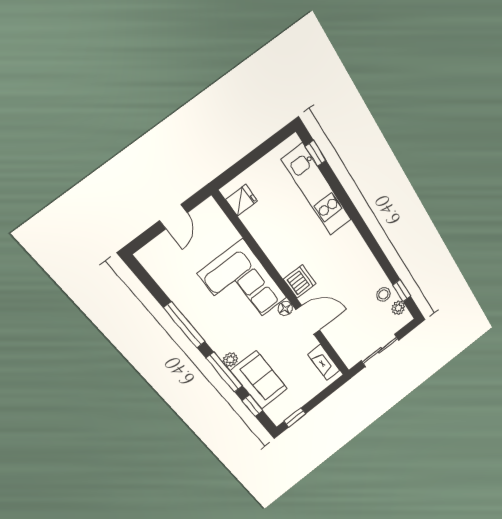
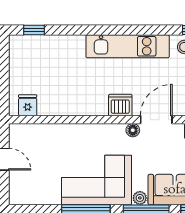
kitchen unit: (317, 190) -> (128, 46), moved
corner sofa: (243, 286) -> (97, 180), moved, turned 180

